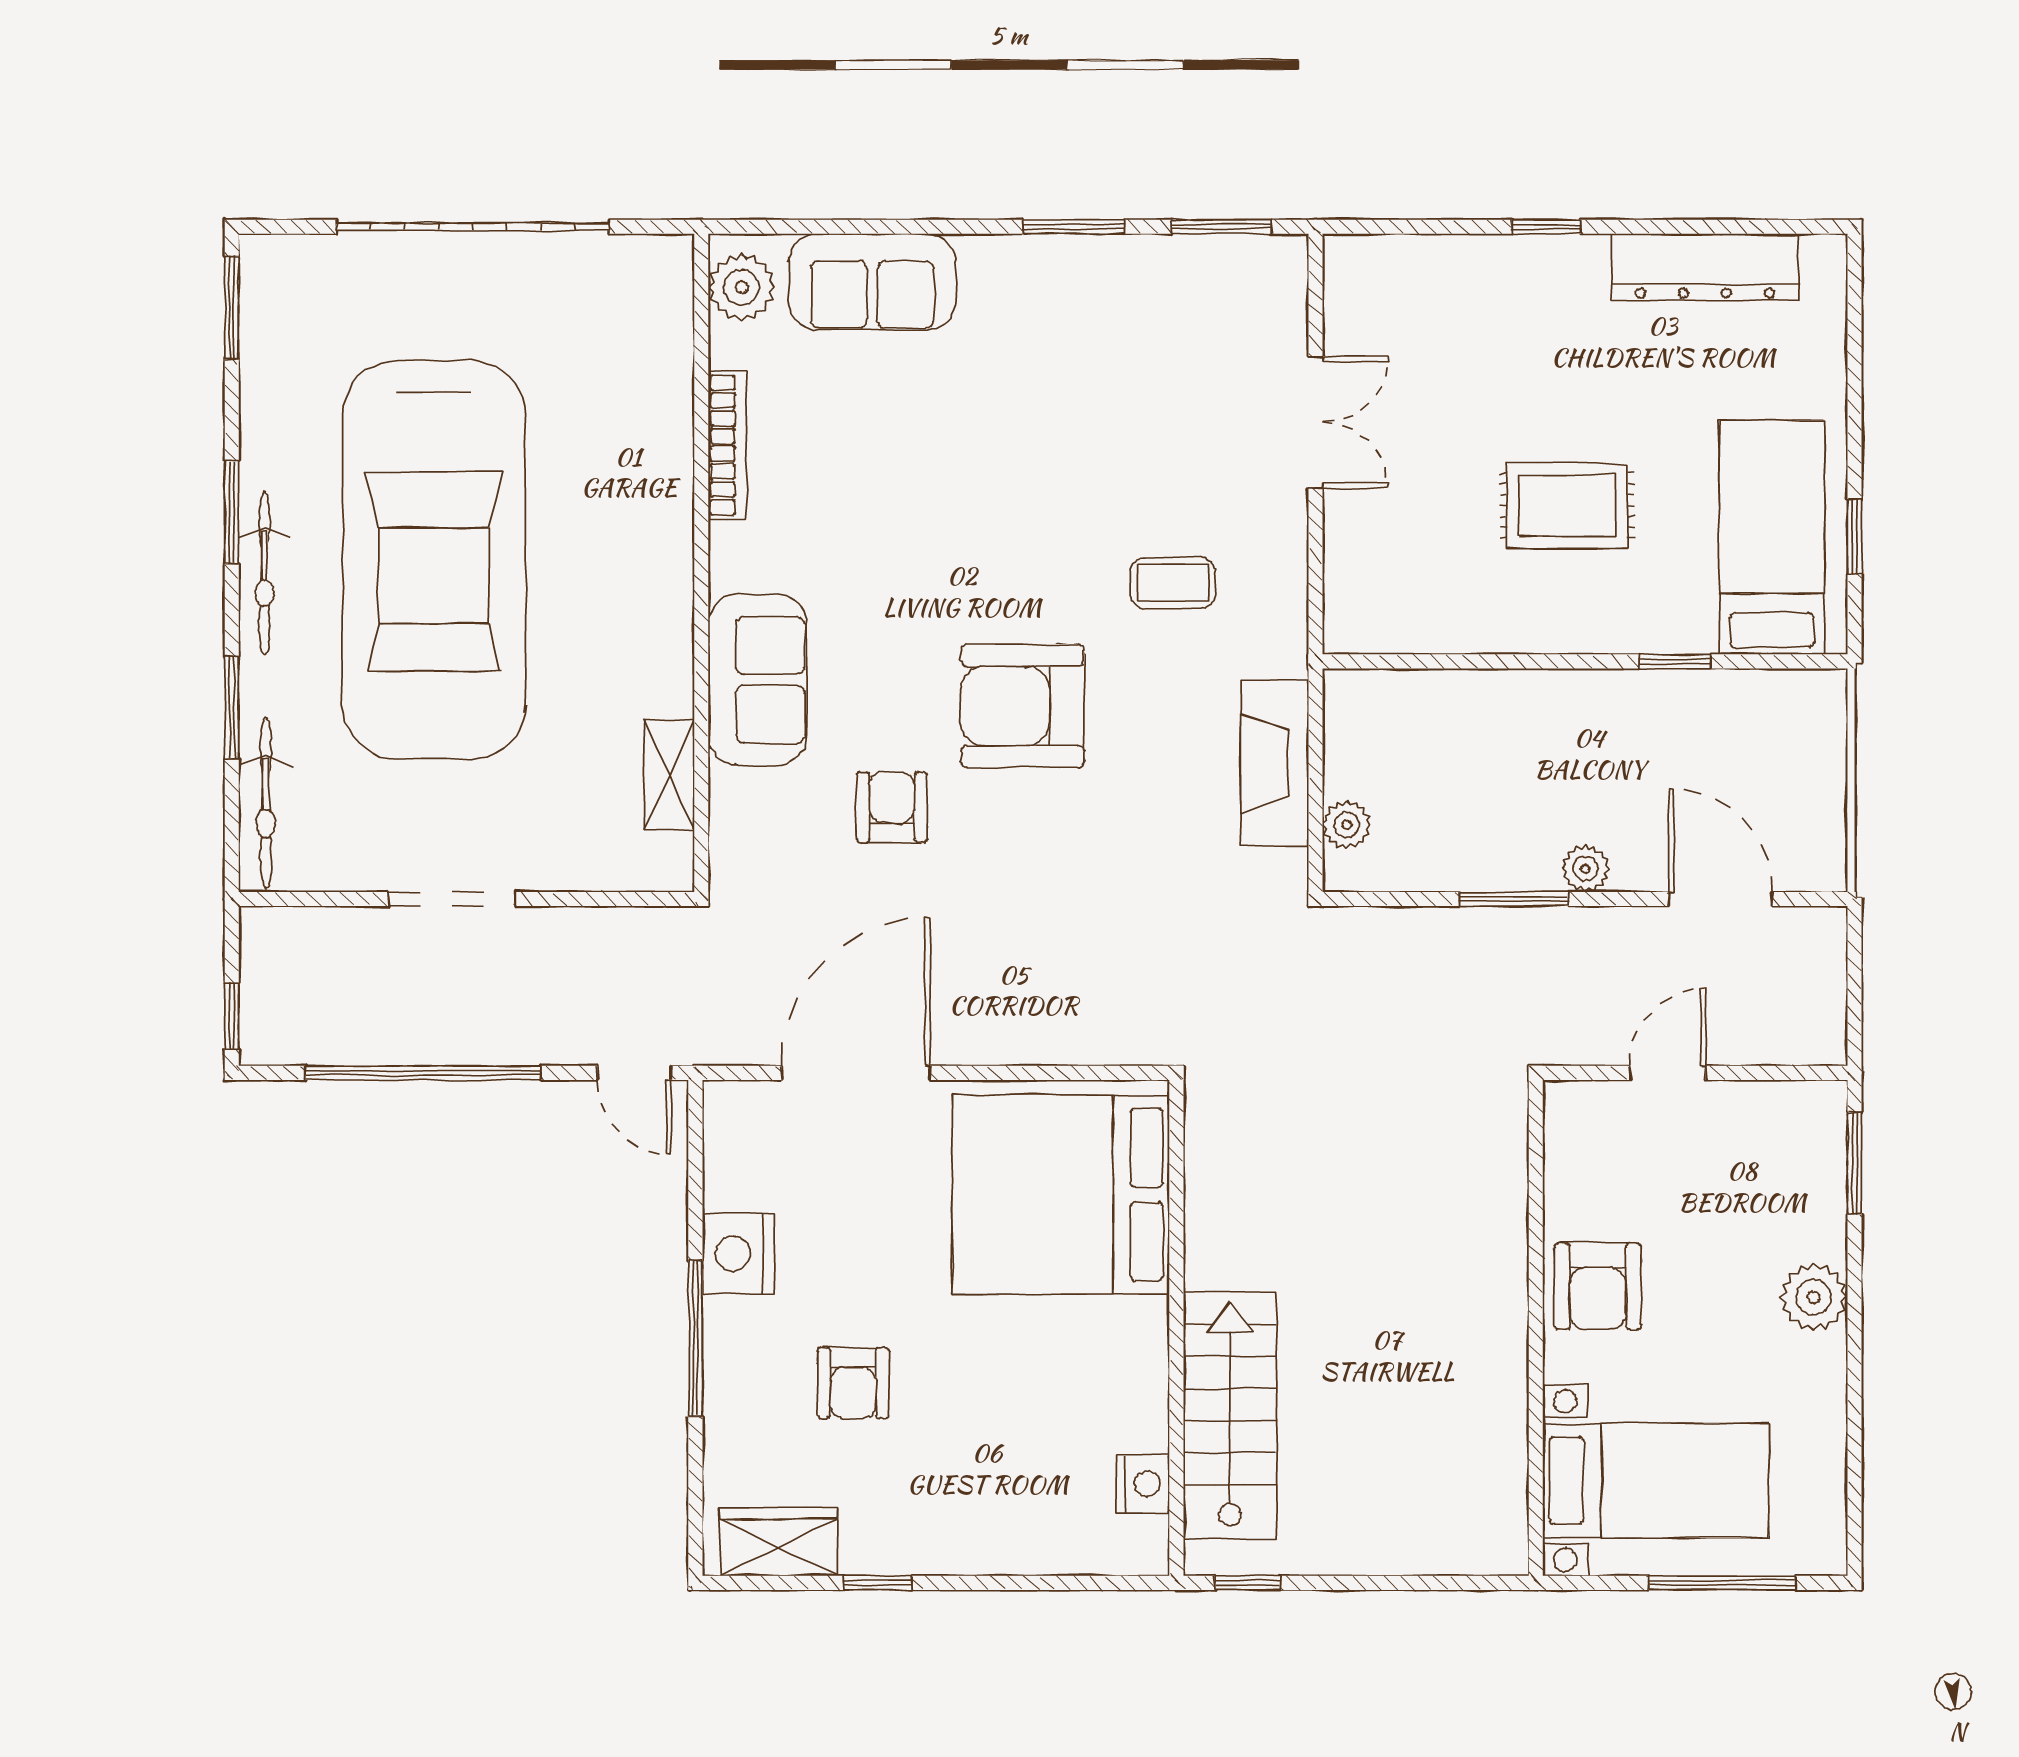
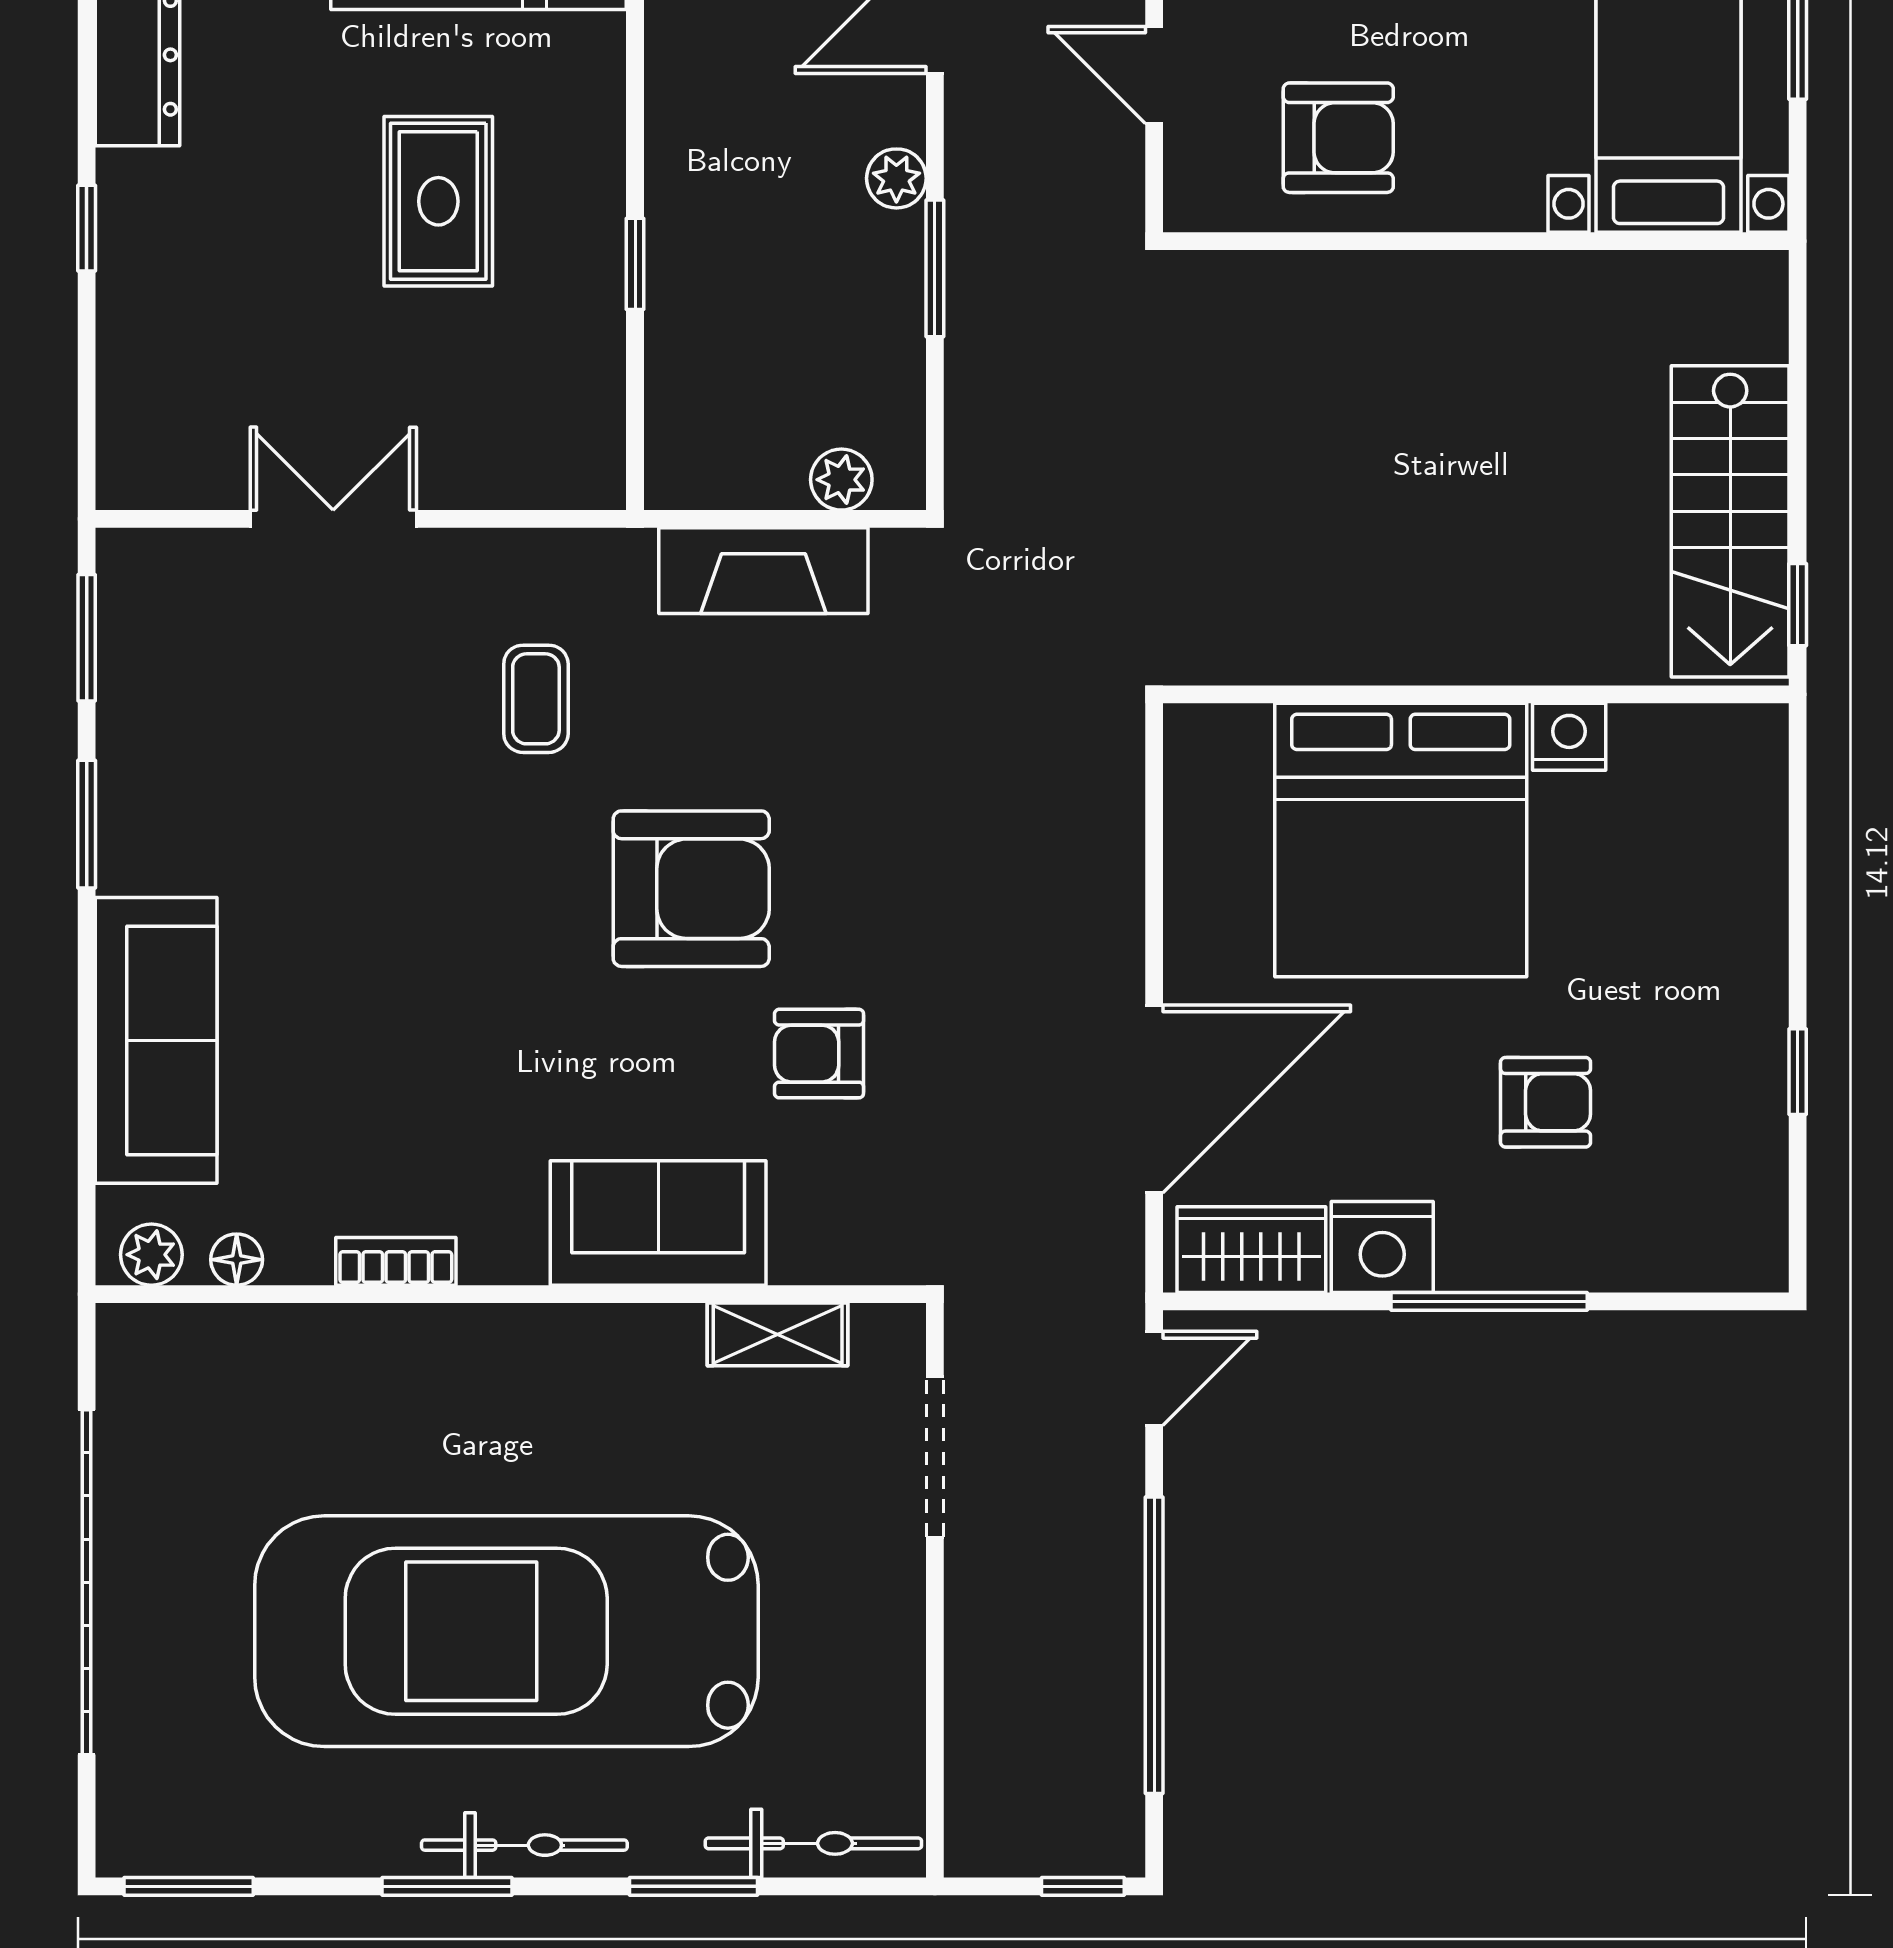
sofa: (872, 282) -> (156, 1040), width x1.36
plant: (742, 287) -> (151, 1255), width x0.73, depth x0.73
floor lamp: (729, 346) -> (237, 1260), added
bookcase: (727, 445) -> (396, 1261), width x0.64
car: (434, 560) -> (506, 1631), turned 180
window: (1675, 661) -> (635, 264), moved
armchair: (1022, 706) -> (691, 889), turned -90
doorway: (452, 899) -> (935, 1457), moved
door: (856, 1073) -> (1154, 1099), swing flipped
bed: (1061, 1195) -> (1401, 840), moved
armchair: (1598, 1286) -> (1338, 138), moved
stairs: (1230, 1416) -> (1730, 521), moved, turned -90
nightstand: (1143, 1484) -> (1569, 737), moved
wardrobe: (778, 1542) -> (1251, 1250), moved, turned 90

